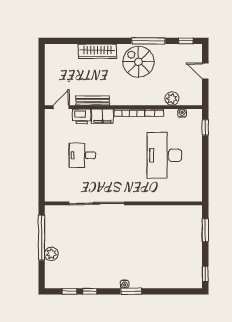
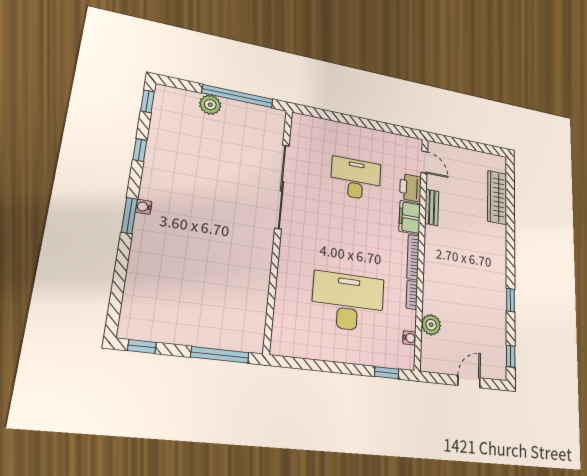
window: (148, 41) -> (510, 300), width x0.46
wardrobe: (97, 51) -> (497, 197), moved
spiral stairs: (138, 62) -> (483, 282), removed
bench: (93, 101) -> (432, 207), width x0.73
desk: (82, 155) -> (356, 179), width x1.37
window: (205, 230) -> (220, 355), width x1.44
window: (70, 291) -> (148, 101), moved

